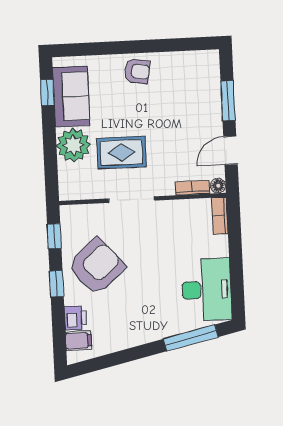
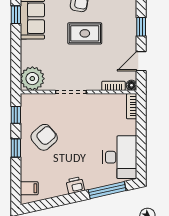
window: (228, 101) -> (141, 27), width x0.67
plant: (73, 145) -> (32, 79), moved
rug: (122, 153) -> (85, 33), moved
armchair: (96, 267) -> (44, 137), width x0.73, depth x0.73
printer: (75, 318) -> (75, 185), moved, turned -103

